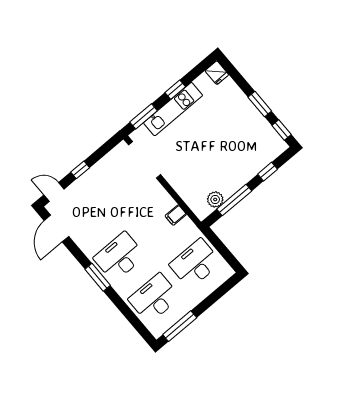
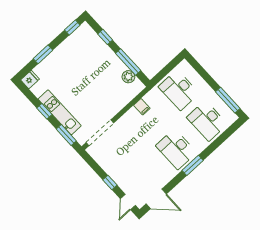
window: (260, 104) -> (43, 54), moved

